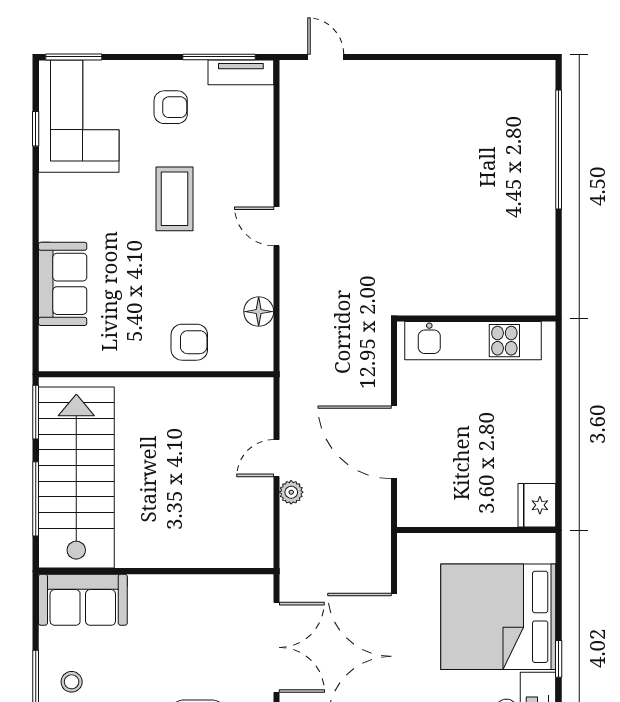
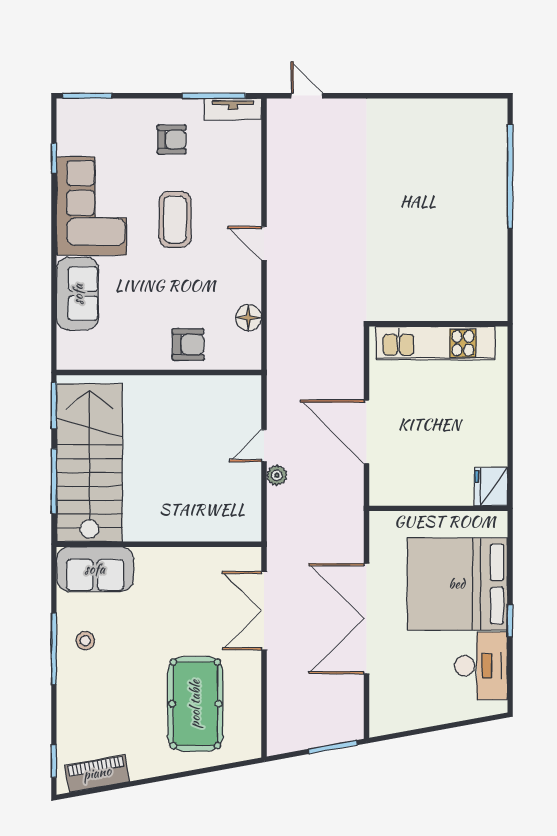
corner sofa: (79, 116) -> (92, 206), moved
double door: (277, 647) -> (264, 611), swing flipped

